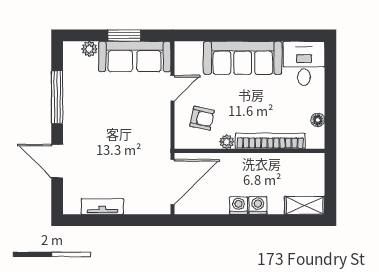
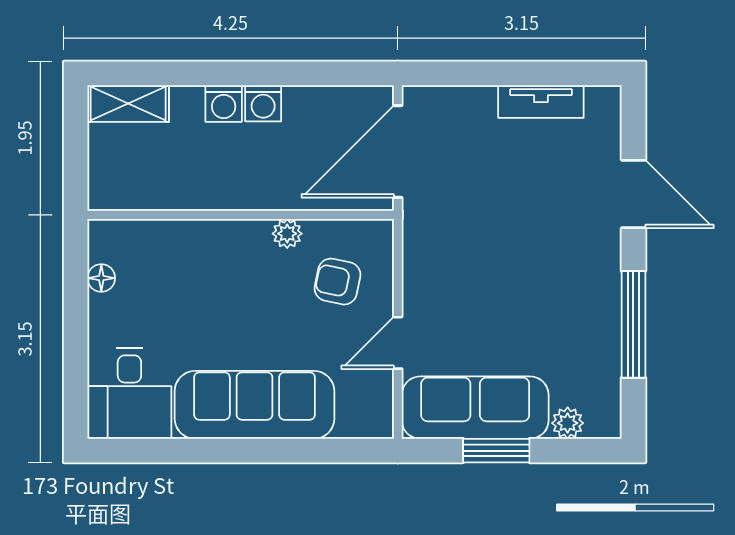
bookcase: (270, 141) -> (198, 235), removed

